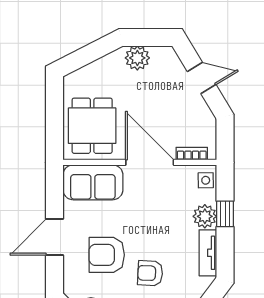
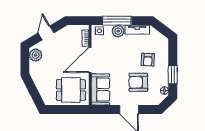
plant: (137, 58) -> (36, 55), moved
window: (225, 214) -> (117, 21), width x2.17
armchair: (107, 255) -> (138, 82), turned 90

